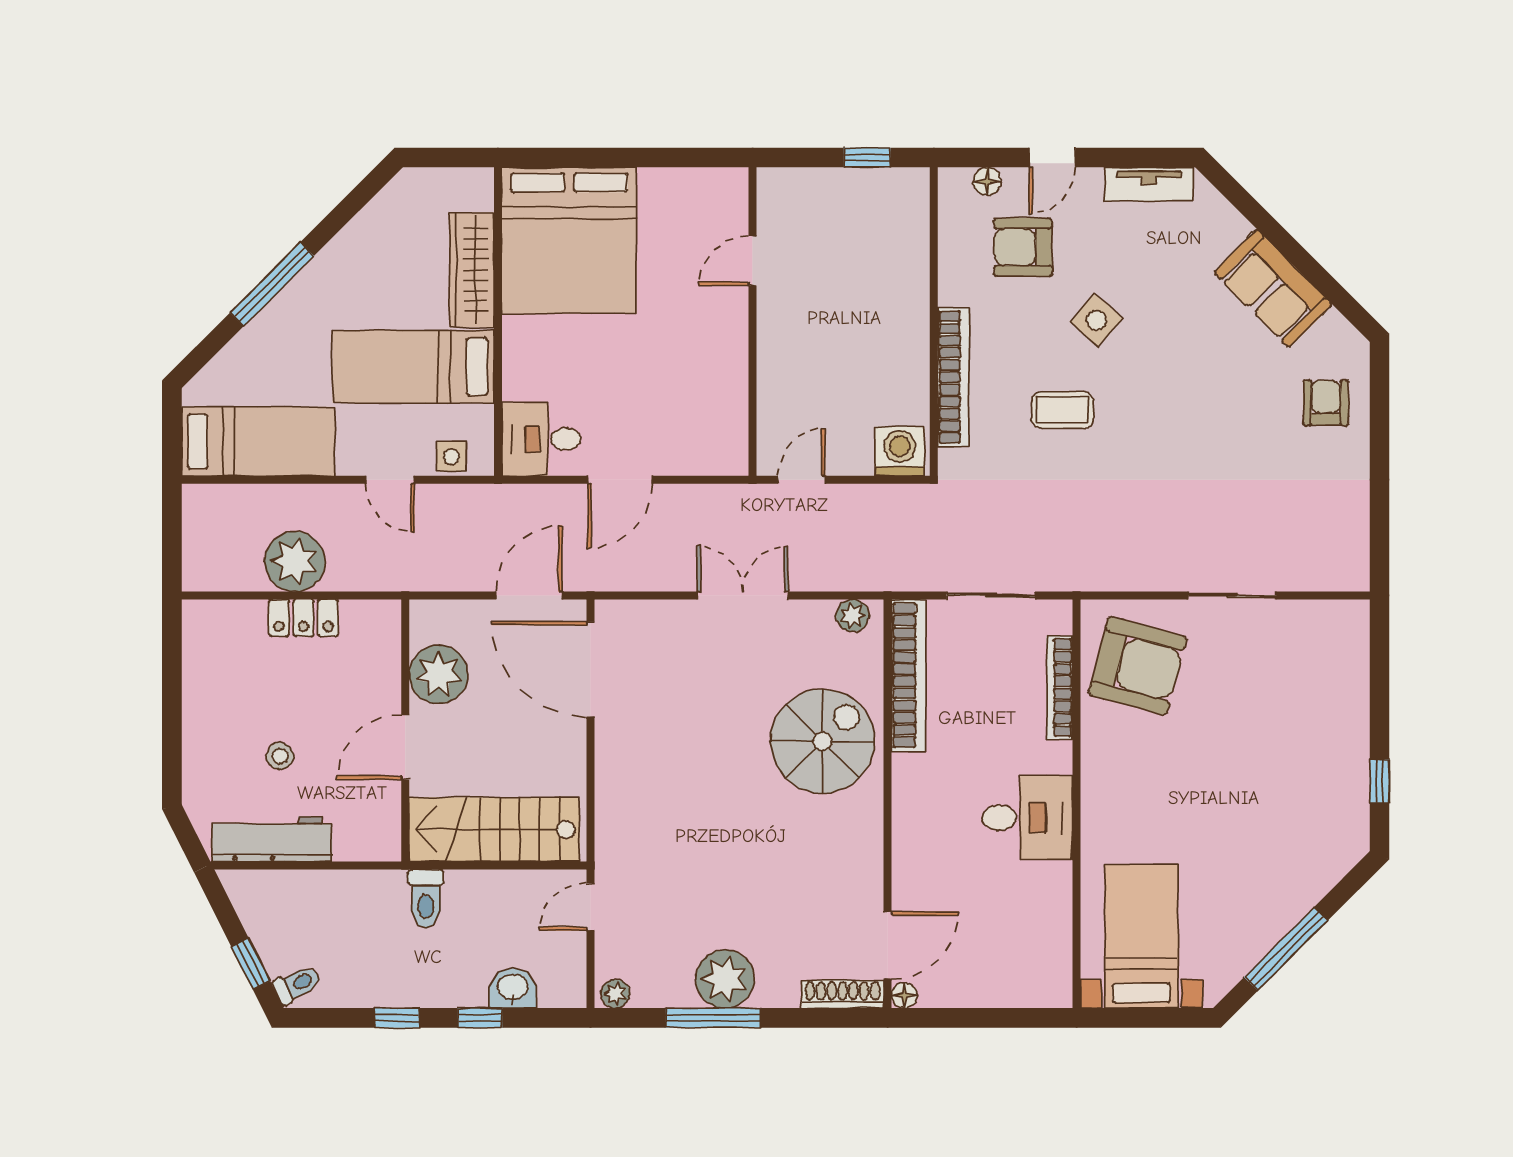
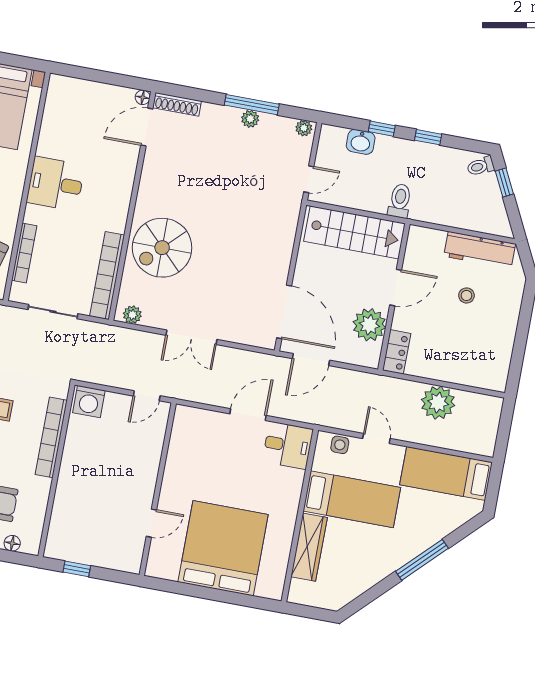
bed: (569, 240) -> (223, 548), moved
locker: (303, 618) -> (397, 352), moved, turned 90
plant: (725, 979) -> (250, 119), width x0.53, depth x0.53

